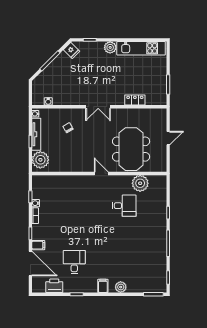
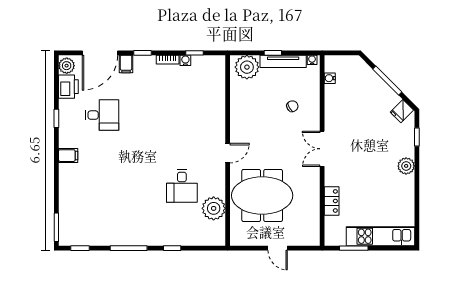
kitchen unit: (141, 48) -> (380, 236), moved, turned 90
plant: (121, 287) -> (67, 66), moved

